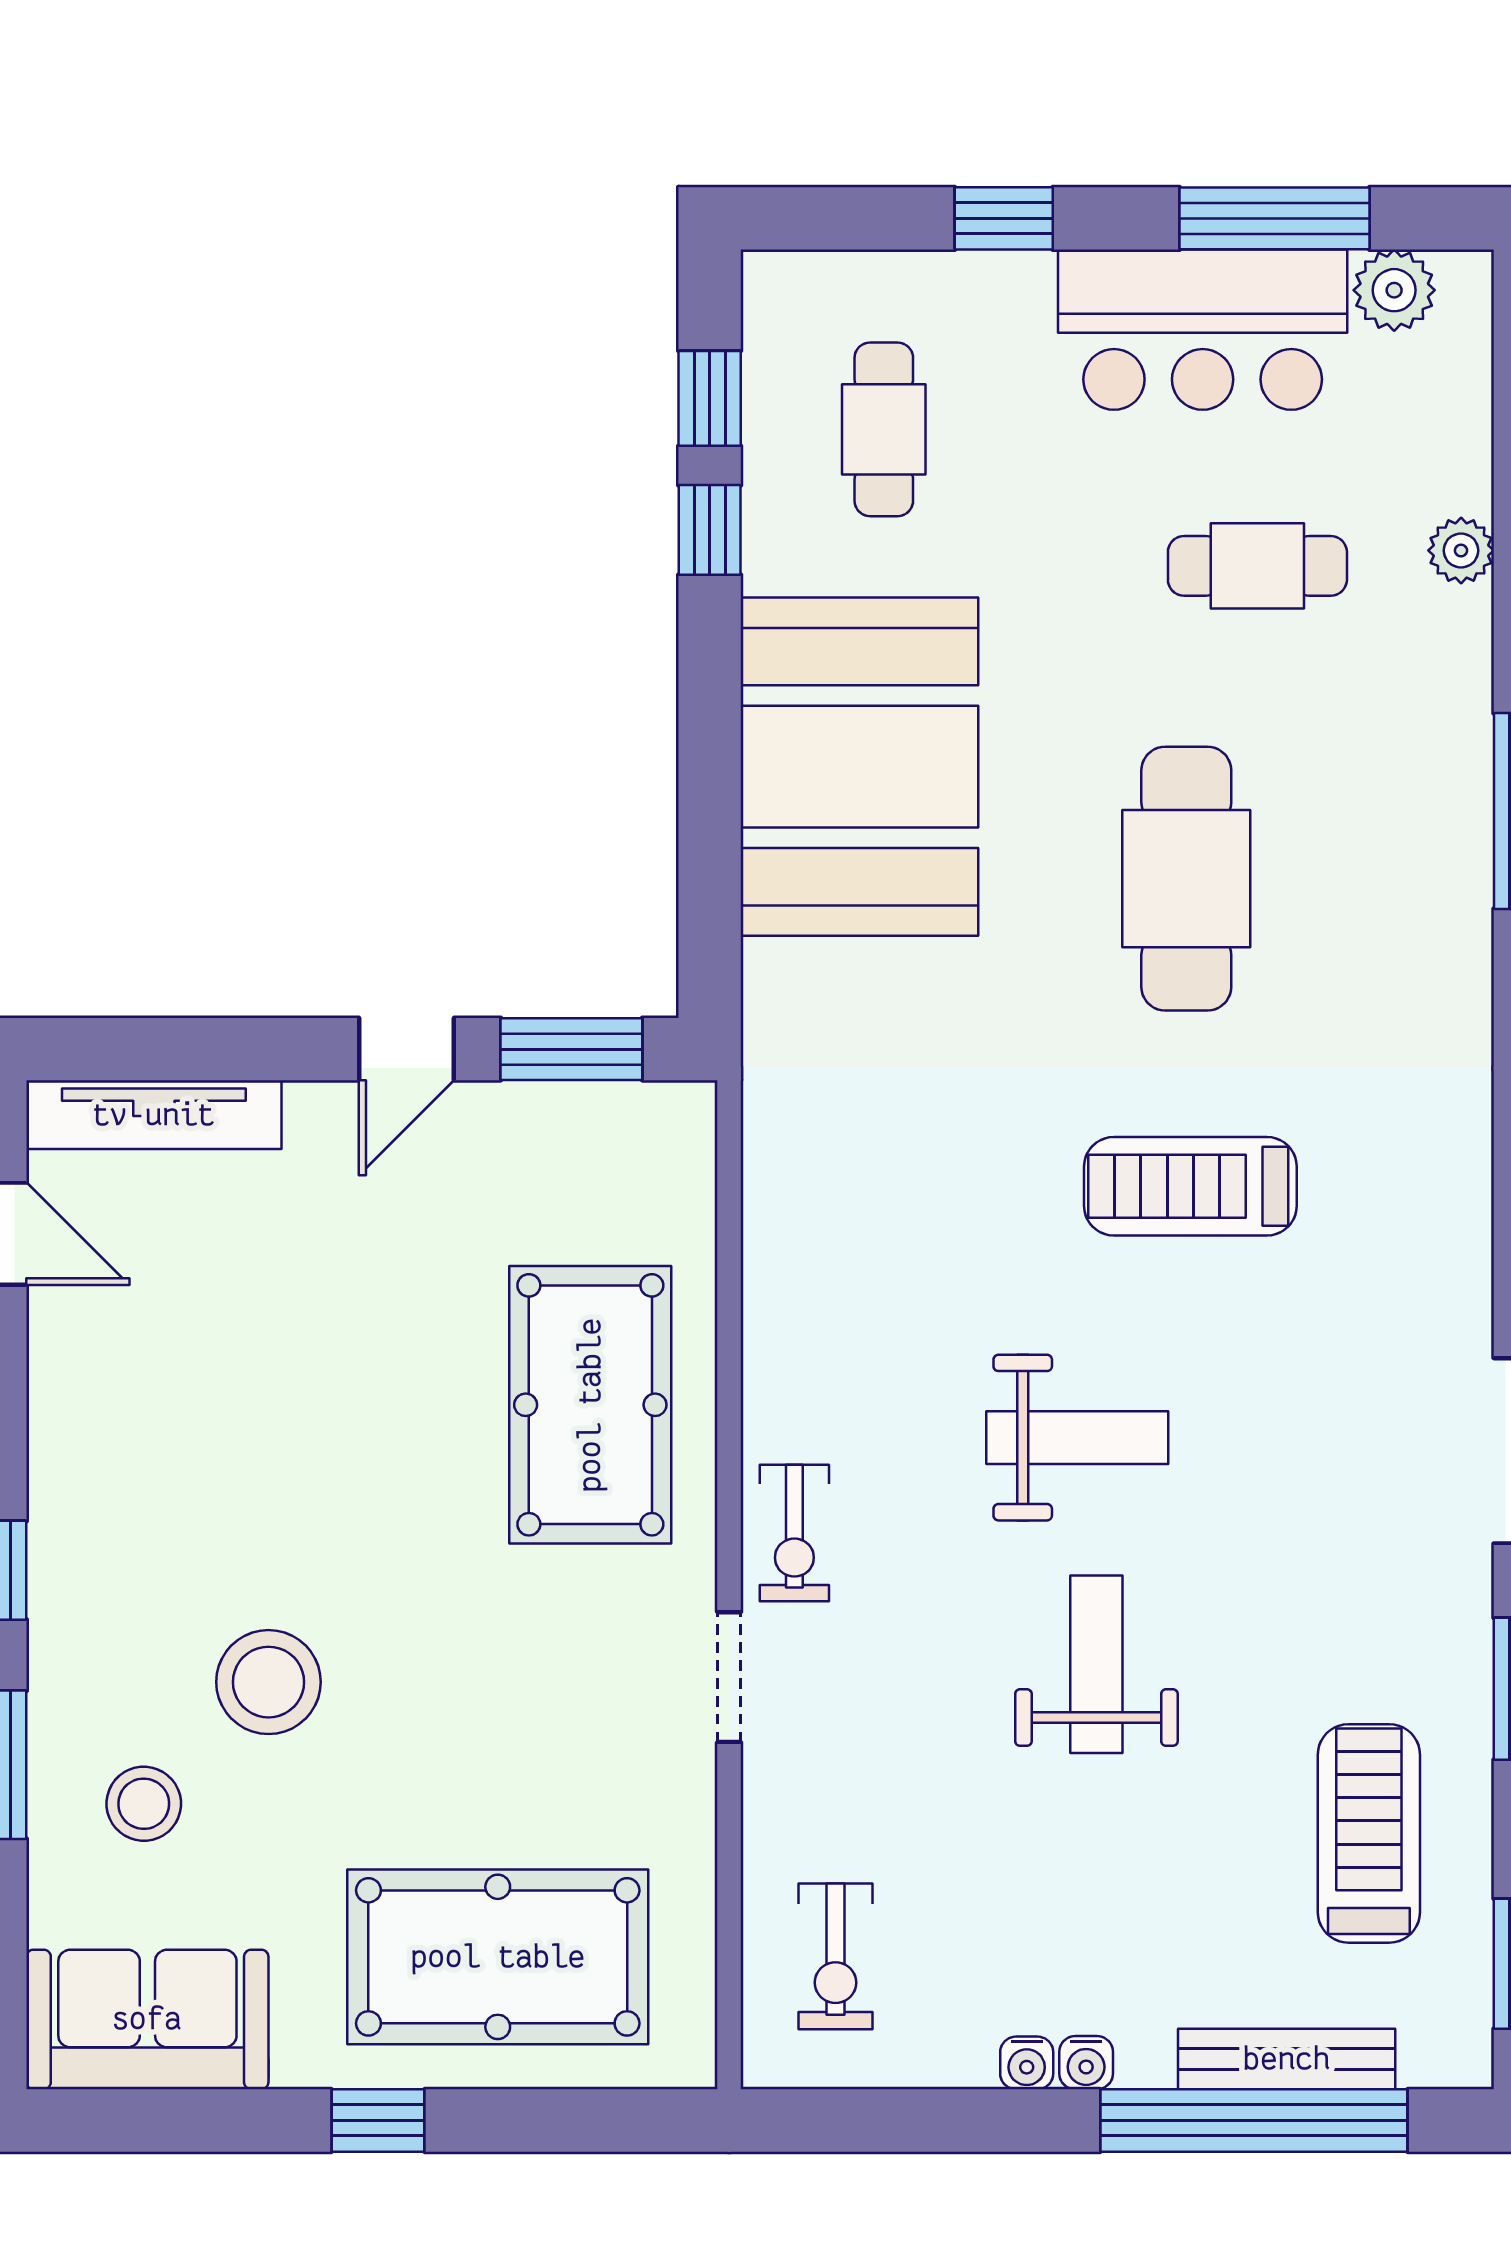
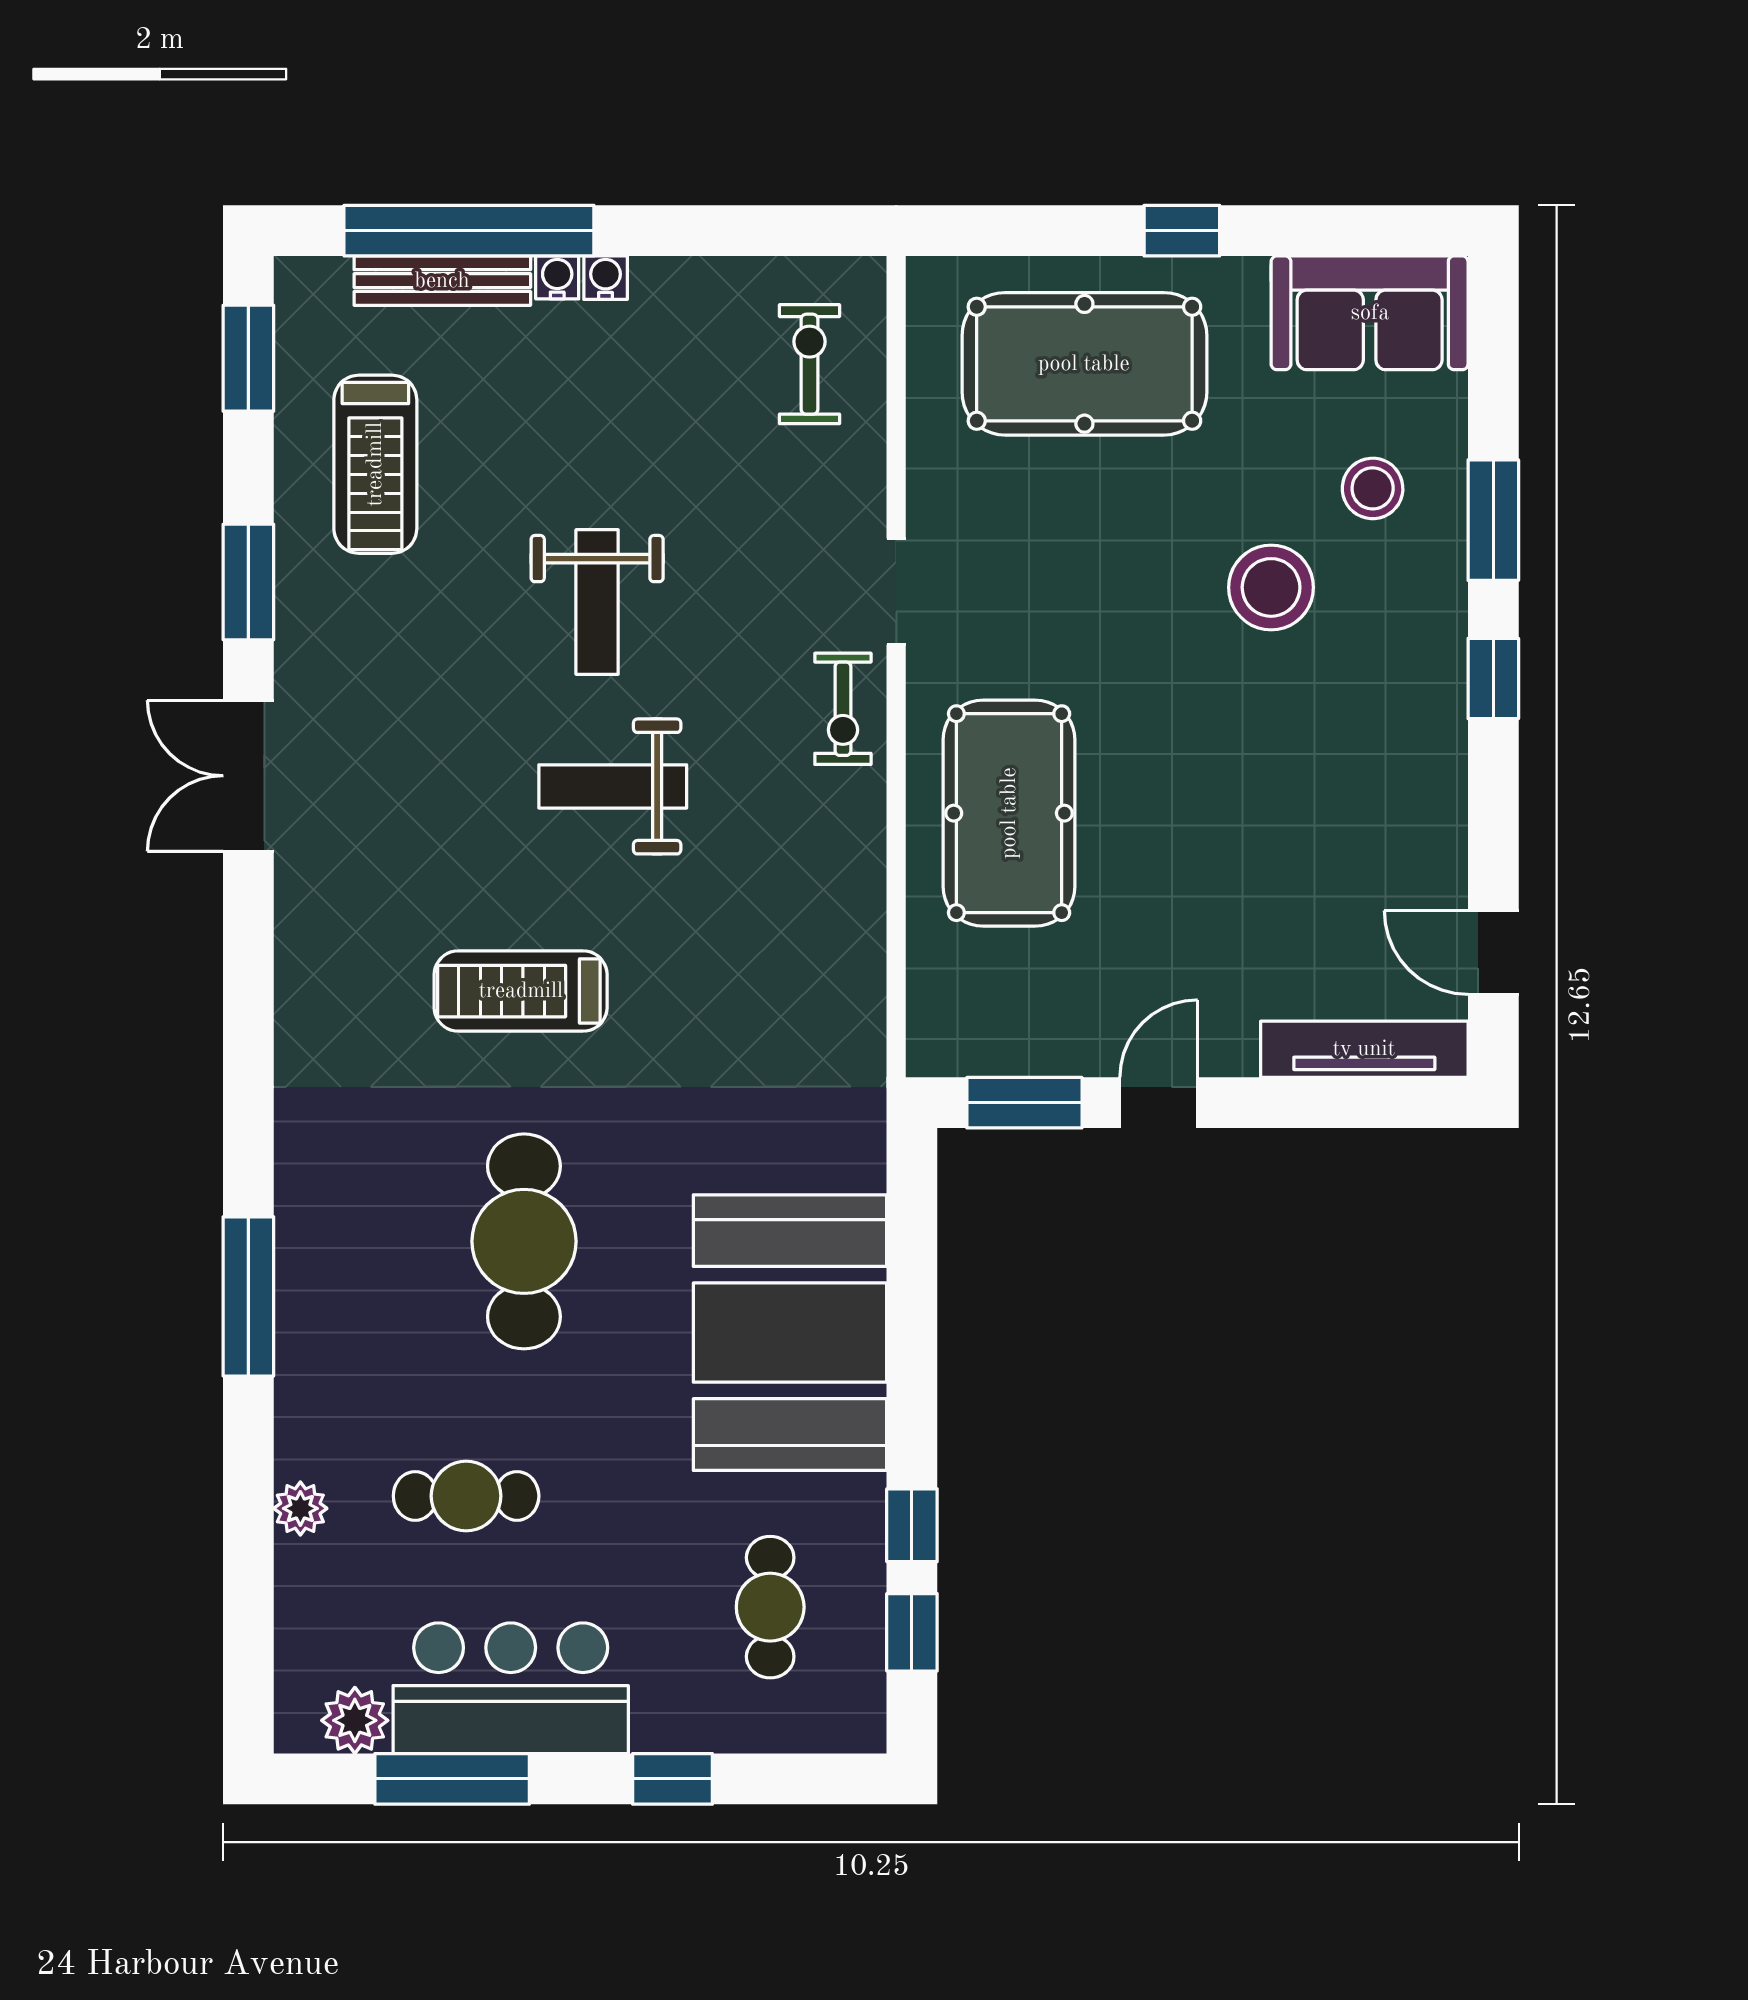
treadmill: (1190, 1186) -> (521, 991), turned 180
exercise bike: (794, 1533) -> (843, 709), turned 180
water cooler: (1027, 2063) -> (557, 277), moved

